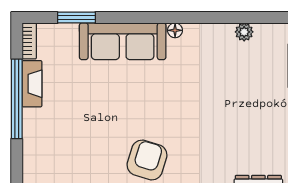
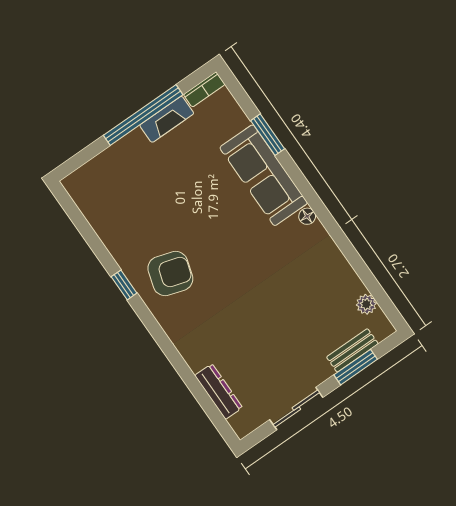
window: (76, 18) -> (268, 135), moved
plant: (244, 32) -> (366, 304), moved

